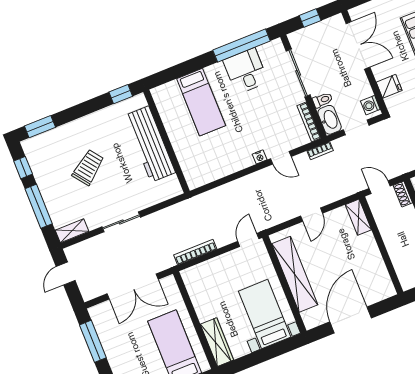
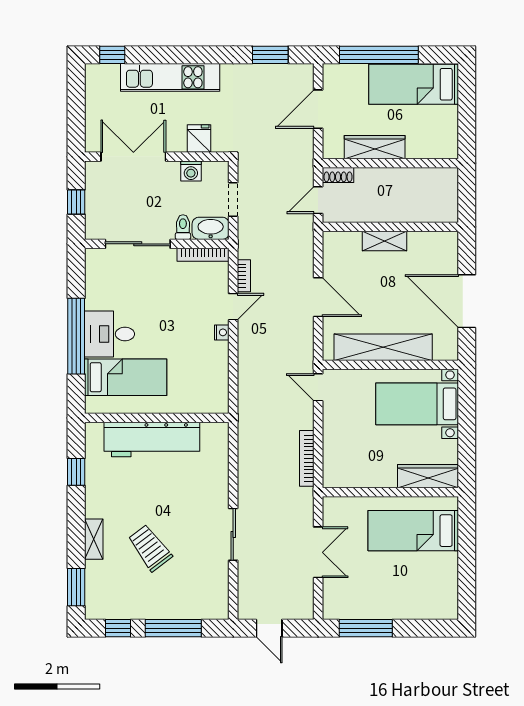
window: (242, 46) -> (76, 336), moved
desk: (246, 71) -> (110, 334), moved
washing machine: (370, 105) -> (191, 171), moved
wall: (167, 141) -> (157, 418), moved
workbench: (150, 144) -> (152, 440), moved
bookcase: (320, 151) -> (244, 276), moved
door: (312, 215) -> (318, 297), width x1.38
shelving: (358, 217) -> (384, 241), moved
shelving: (72, 231) -> (94, 539), moved
double door: (133, 287) -> (318, 552), width x0.73

